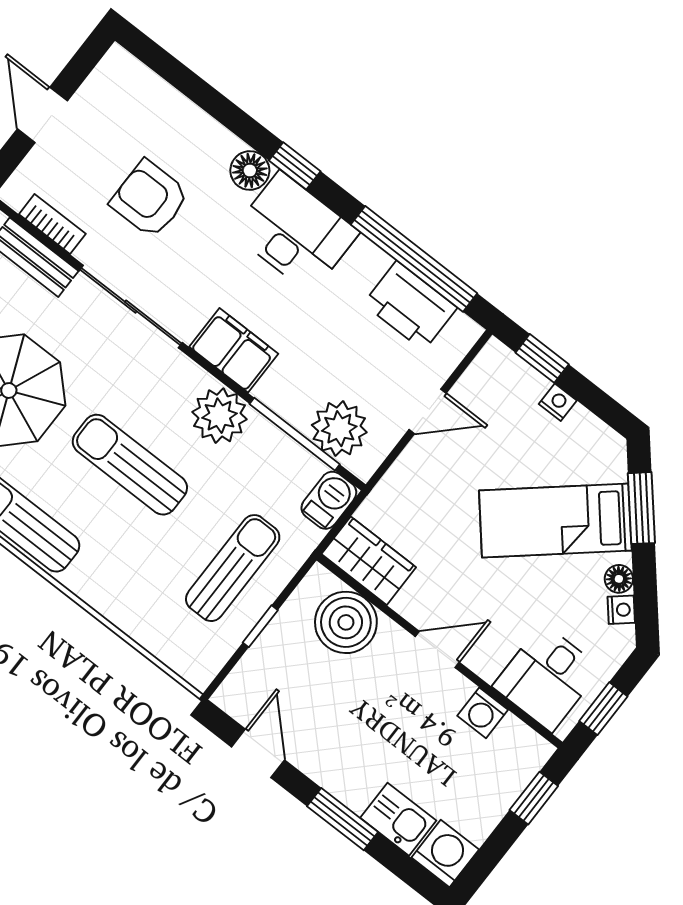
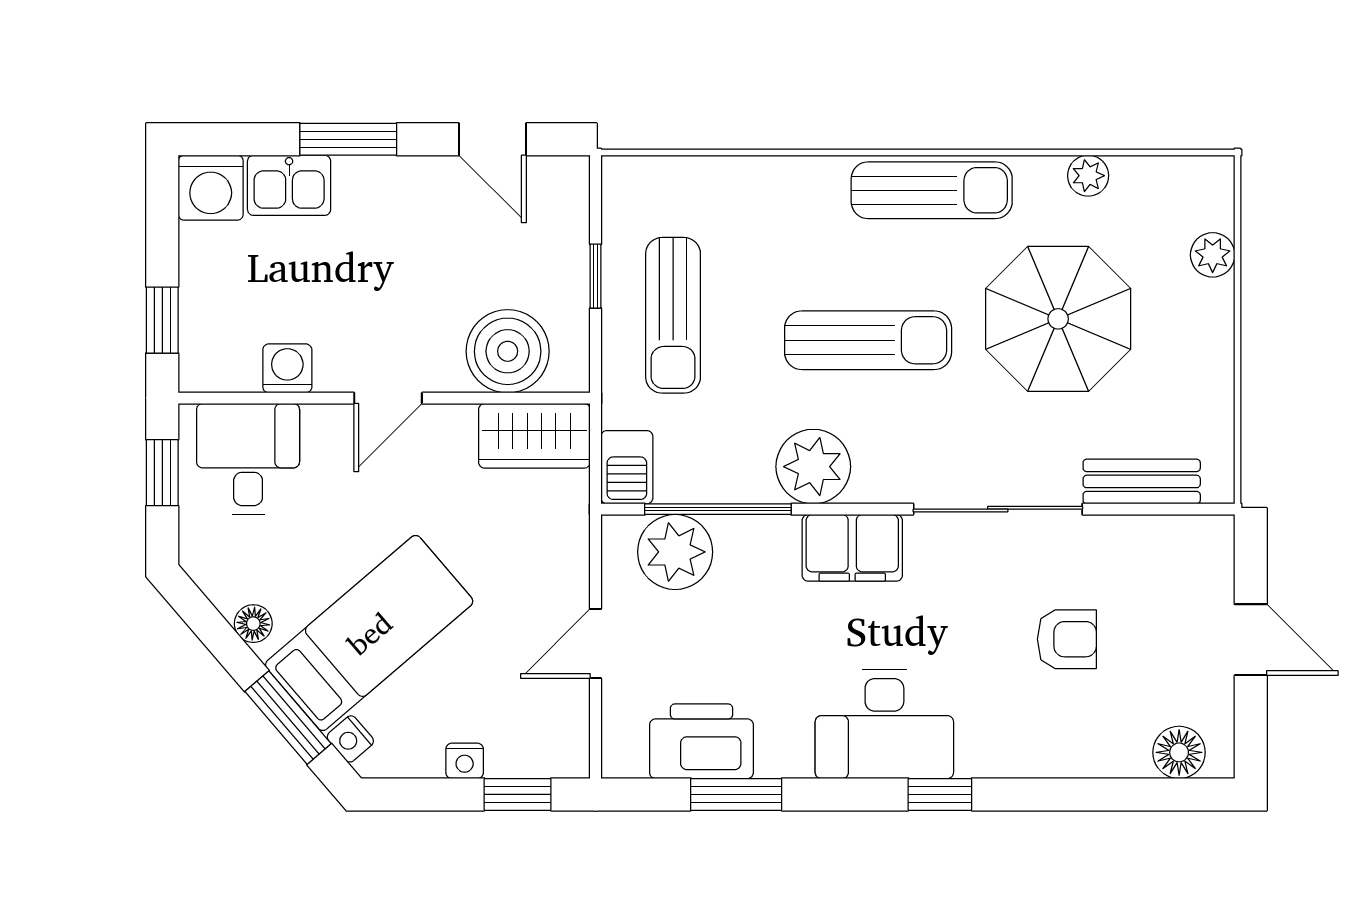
floor lamp: (250, 170) -> (1179, 752), moved
armchair: (150, 199) -> (1067, 639), width x0.72, depth x0.72
bookcase: (52, 224) -> (1150, 532), removed
window: (414, 259) -> (736, 794), width x0.47
nightstand: (621, 610) -> (350, 739), moved

